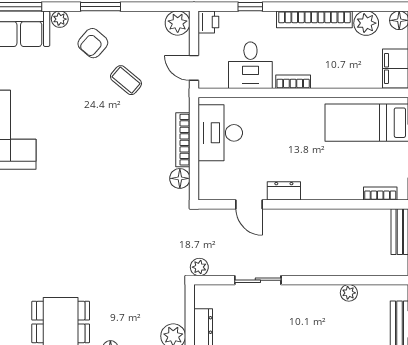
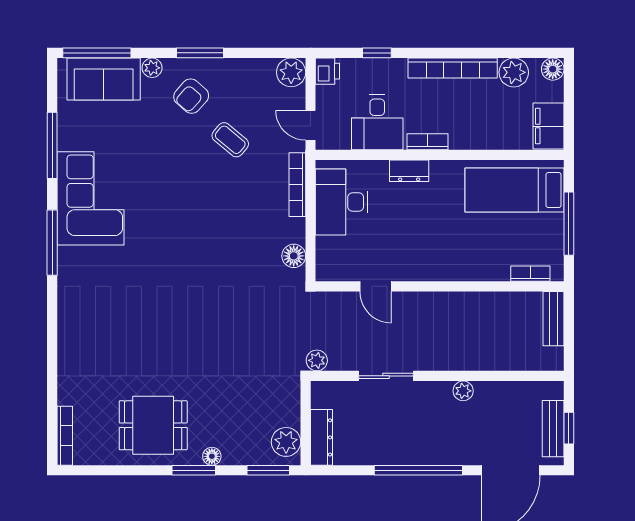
bookcase: (183, 140) -> (297, 185), moved
dresser: (284, 191) -> (409, 171), moved, turned 180
plant: (349, 293) -> (463, 391), moved

